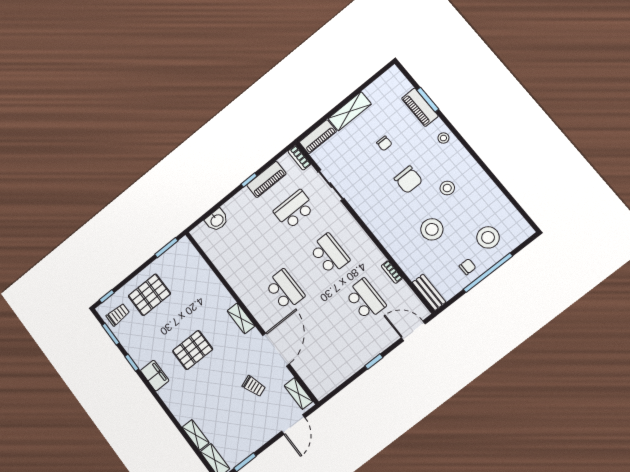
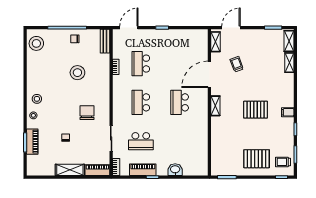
chair: (408, 180) -> (87, 113), moved
stool: (447, 188) -> (37, 99), moved
washbasin: (217, 220) -> (175, 170), moved
stool: (488, 237) -> (36, 43), moved
door: (413, 331) -> (129, 28), swing flipped
filing cabinet: (155, 376) -> (288, 112), width x0.50

